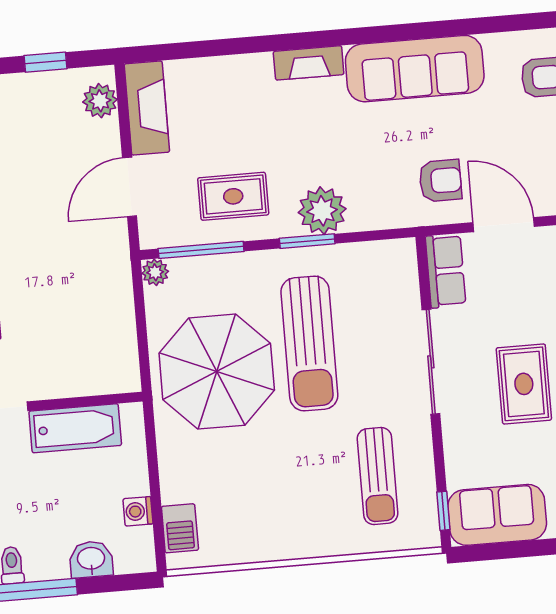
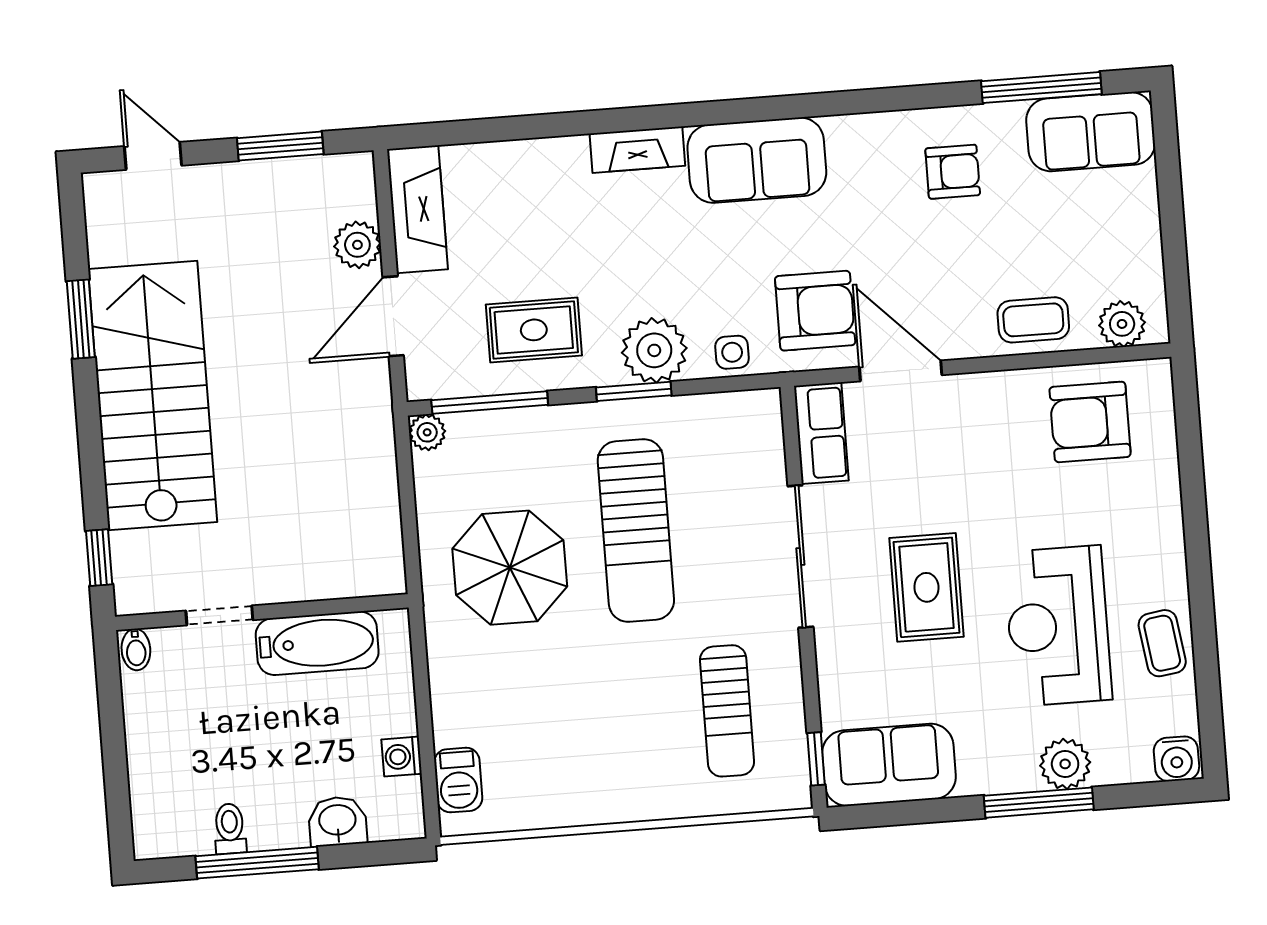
window: (45, 62) -> (280, 146), width x1.50
sofa: (415, 69) -> (757, 160), width x0.73
plant: (100, 101) -> (357, 245), moved
armchair: (440, 181) -> (815, 311), width x1.38, depth x1.38
side table: (379, 212) -> (732, 352), added
parasol: (217, 372) -> (510, 568), width x0.73, depth x0.73

